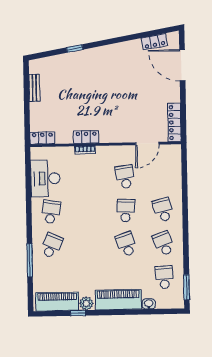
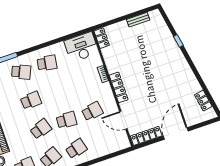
door: (182, 65) -> (176, 133), moved
locker: (86, 137) -> (119, 87), moved, width x1.53
desk: (45, 178) -> (81, 47), moved
school desk: (89, 245) -> (31, 100), added

